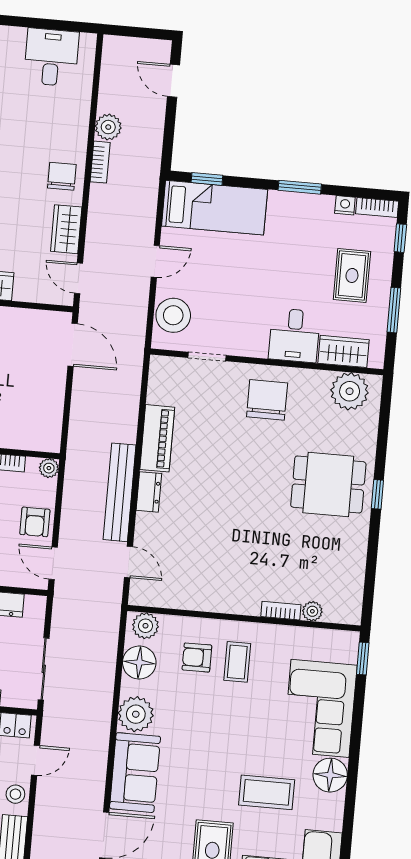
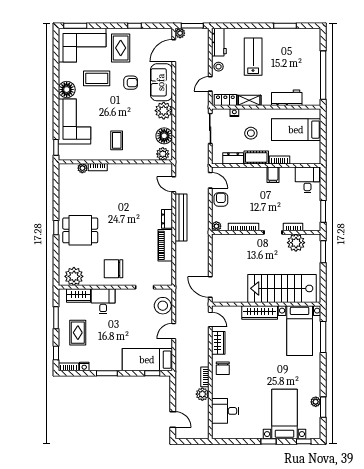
desk: (51, 57) -> (225, 411), moved, turned 90
chair: (267, 400) -> (114, 269), turned 90
armchair: (197, 658) -> (131, 83), moved

